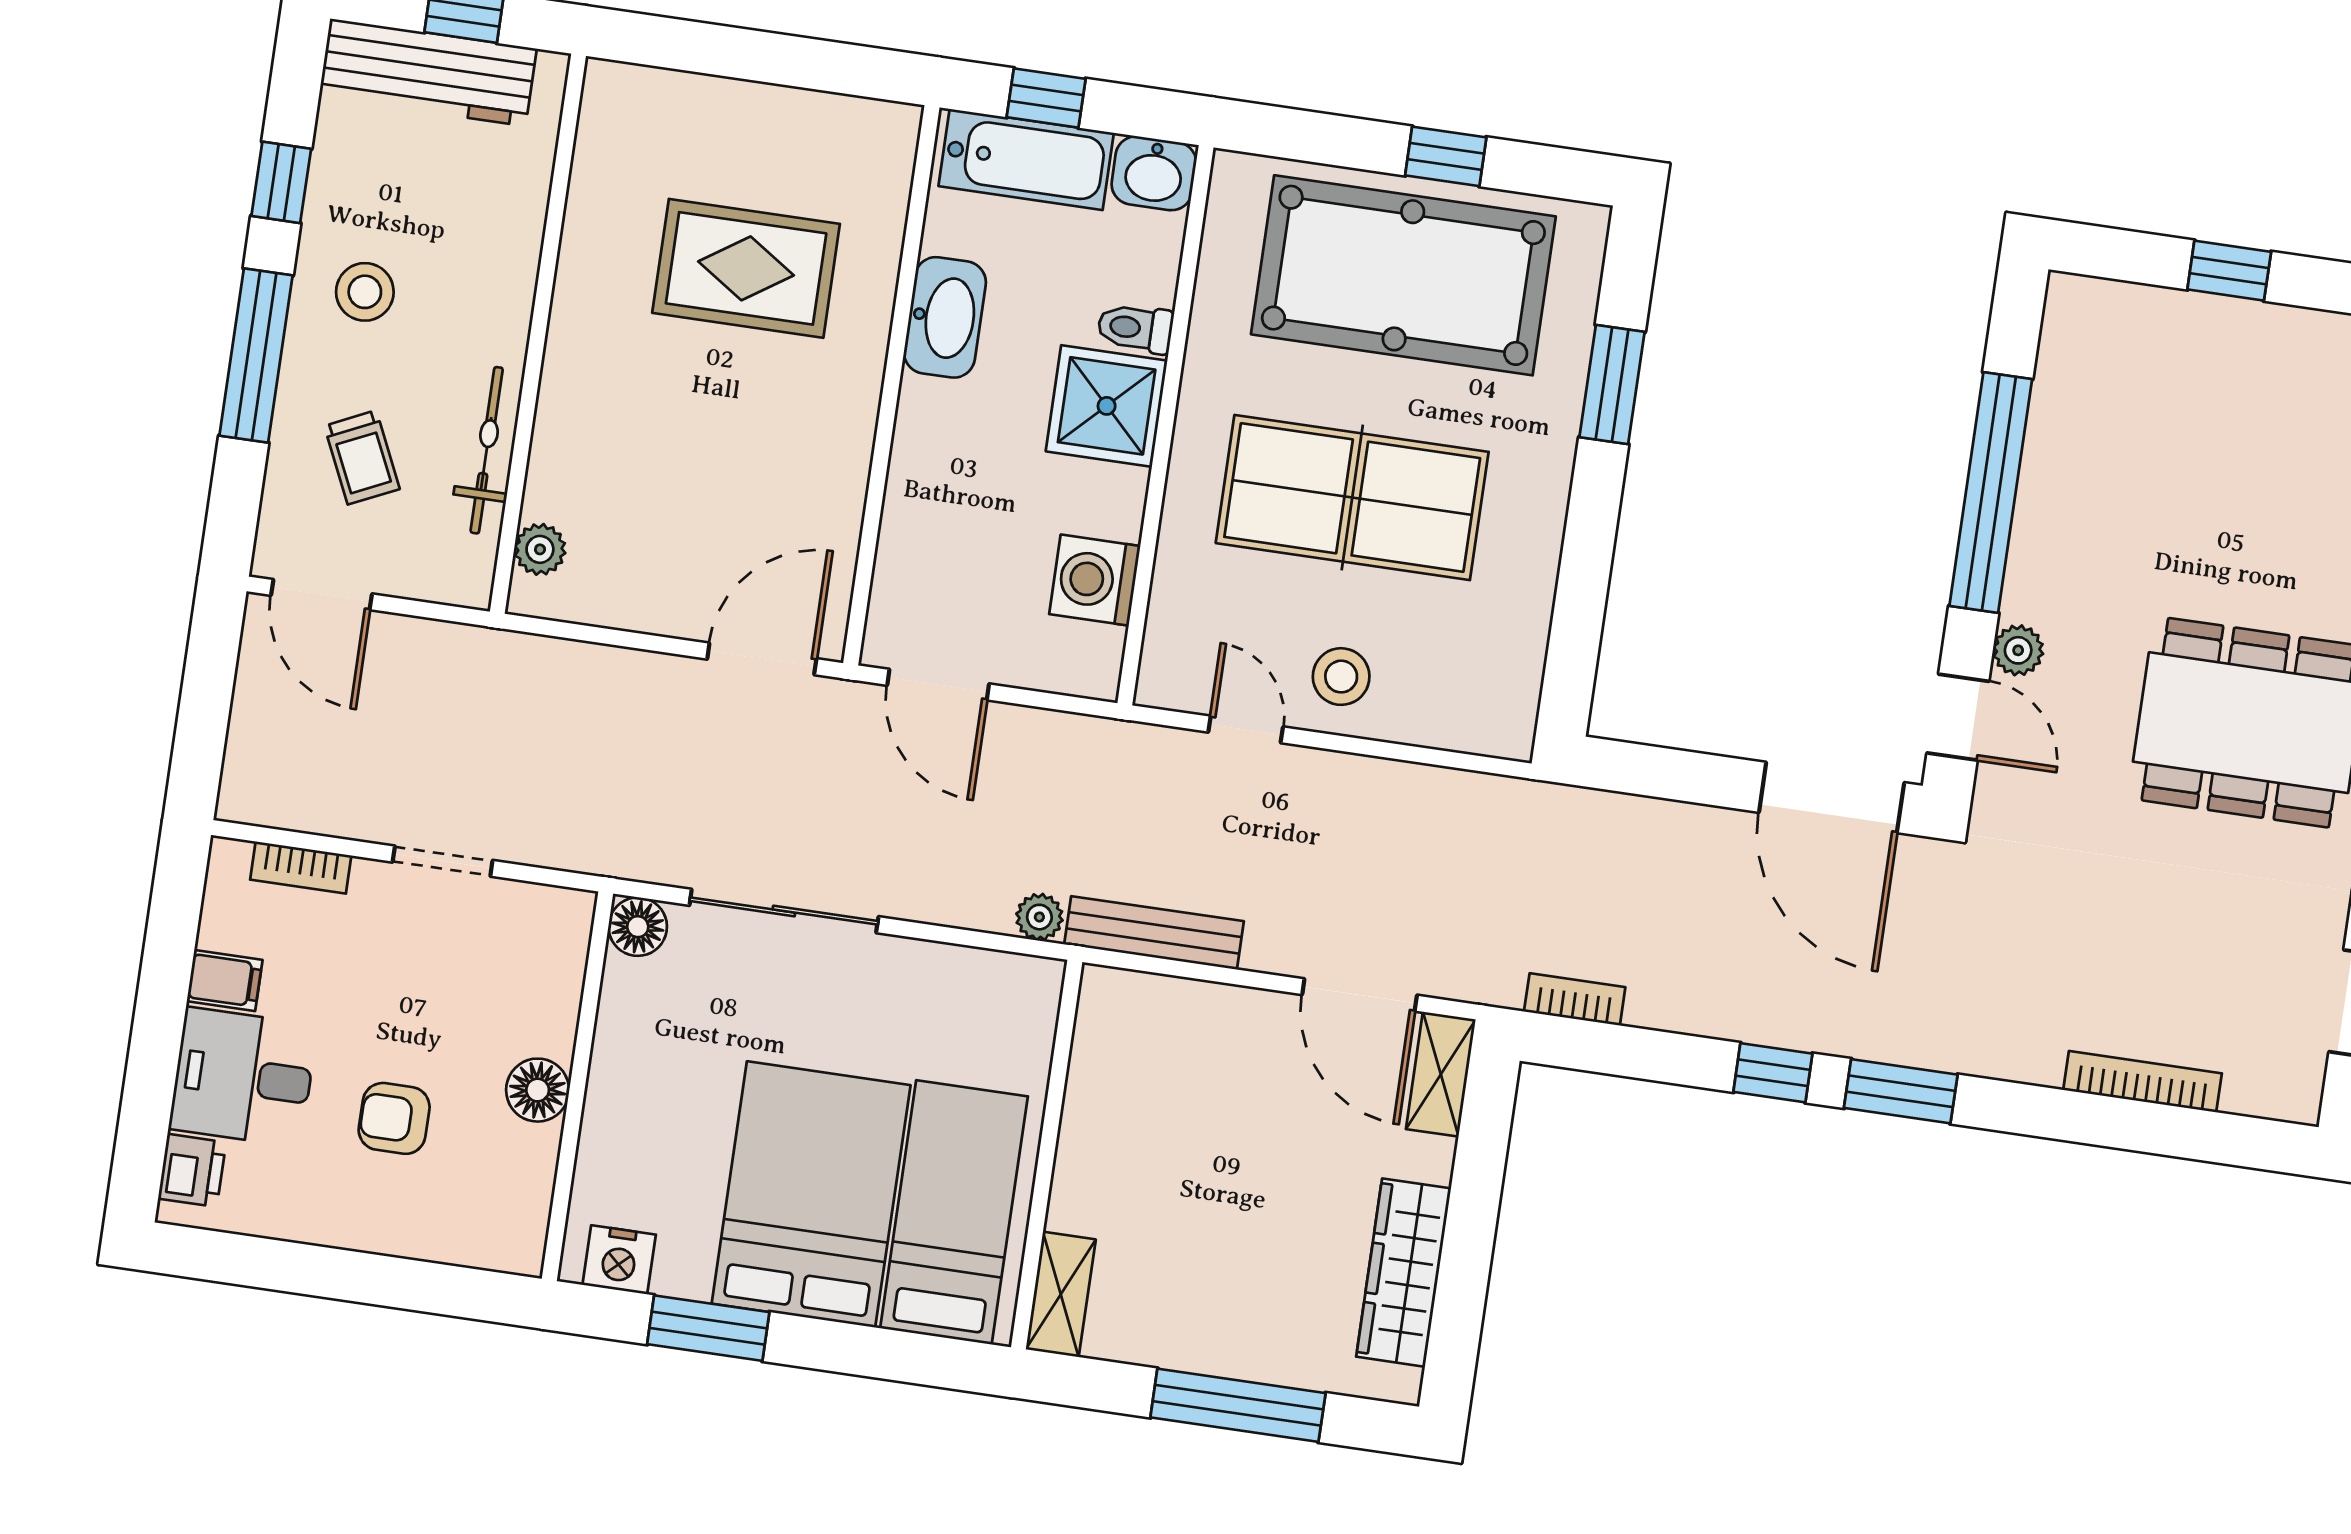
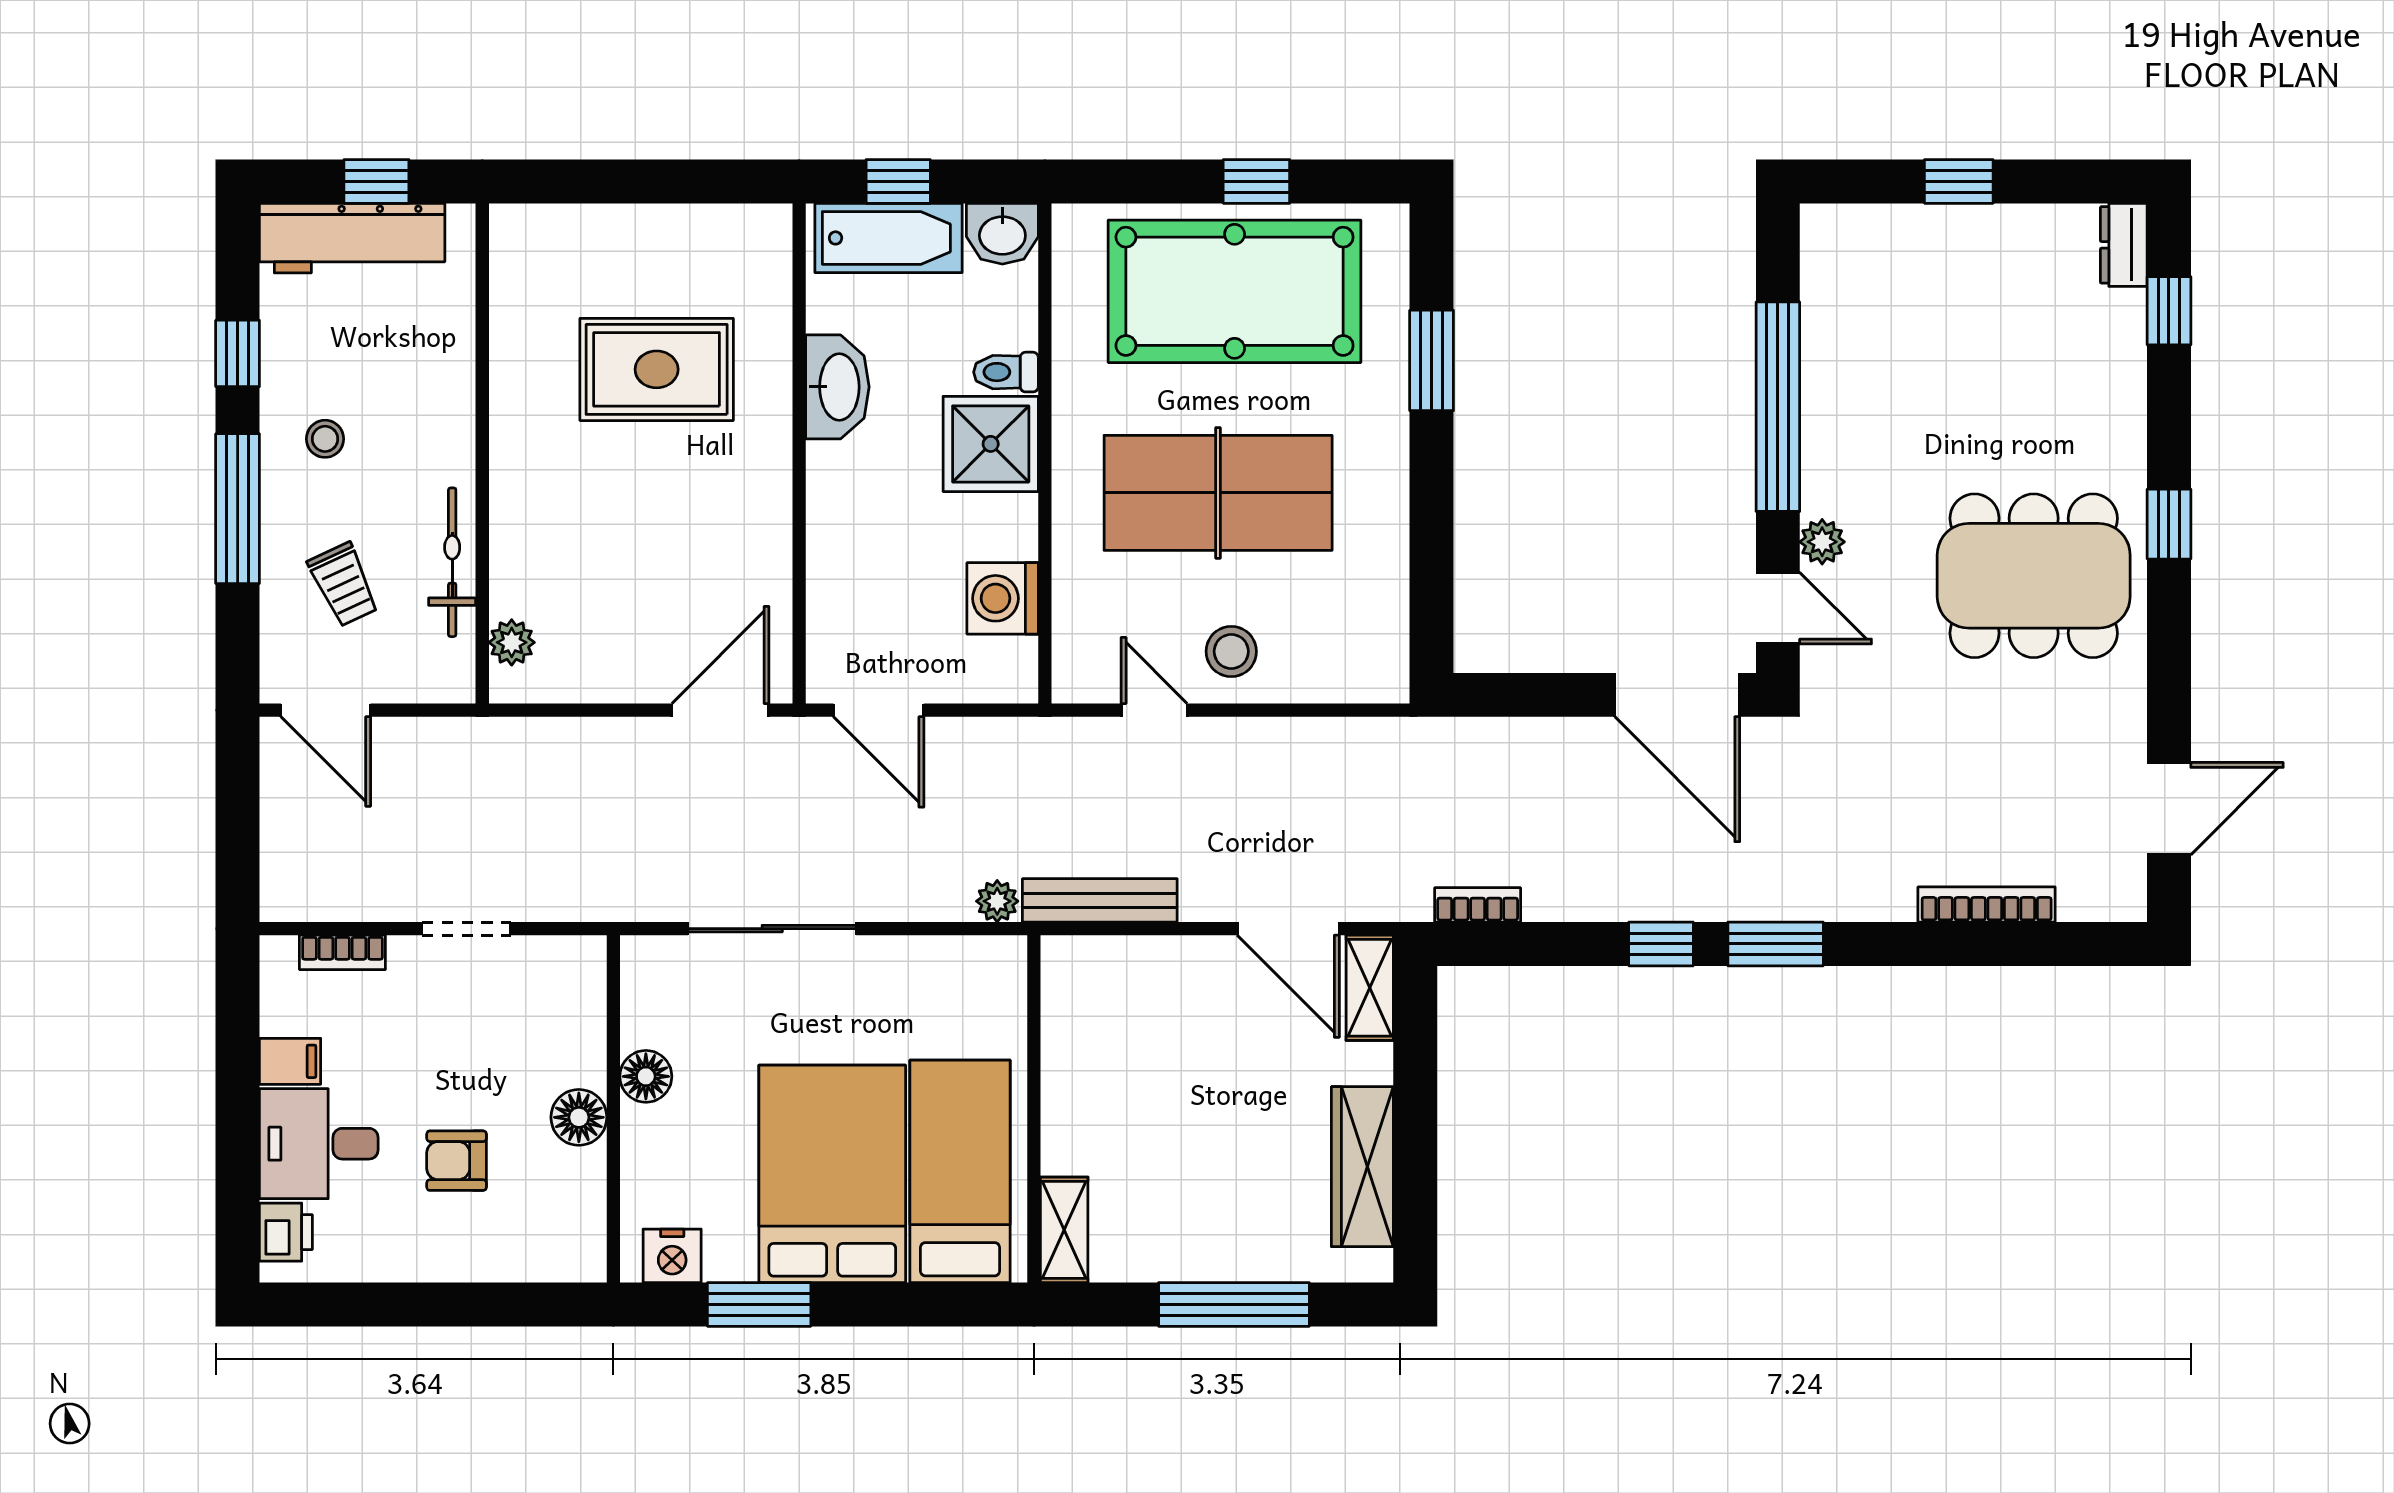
stool: (365, 292) -> (325, 439), width x0.73, depth x0.73
floor lamp: (638, 927) -> (646, 1076), moved

